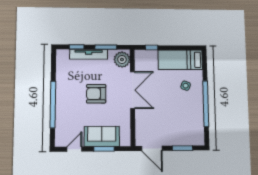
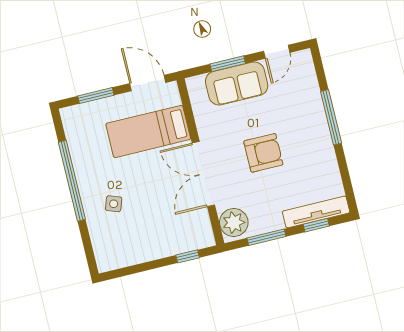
tv unit: (89, 54) -> (316, 212), moved
bed: (180, 60) -> (148, 131), moved, turned 180
window: (53, 105) -> (331, 117), width x0.68

